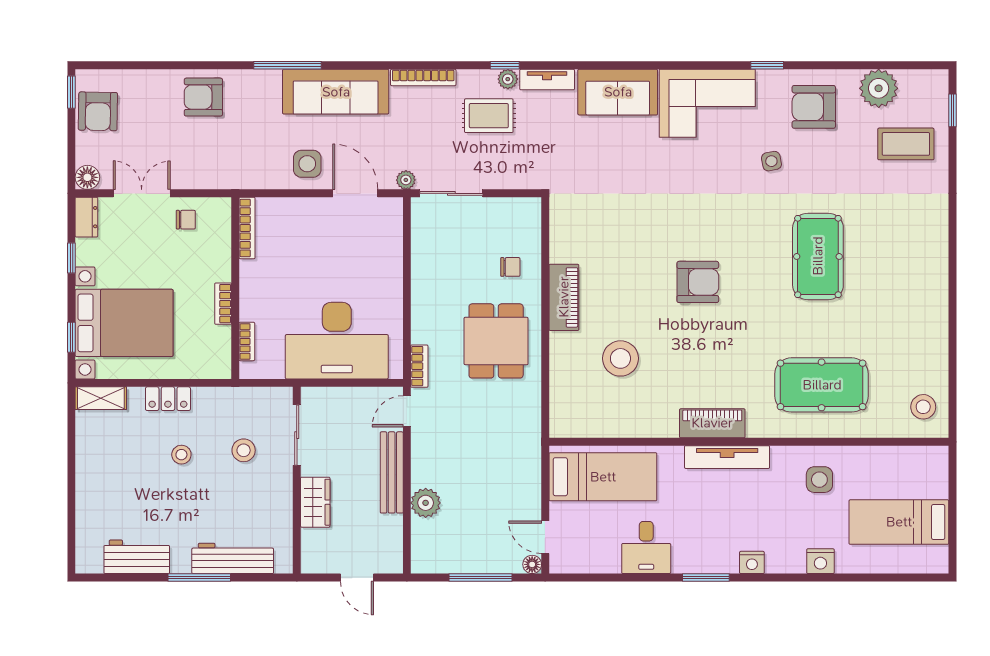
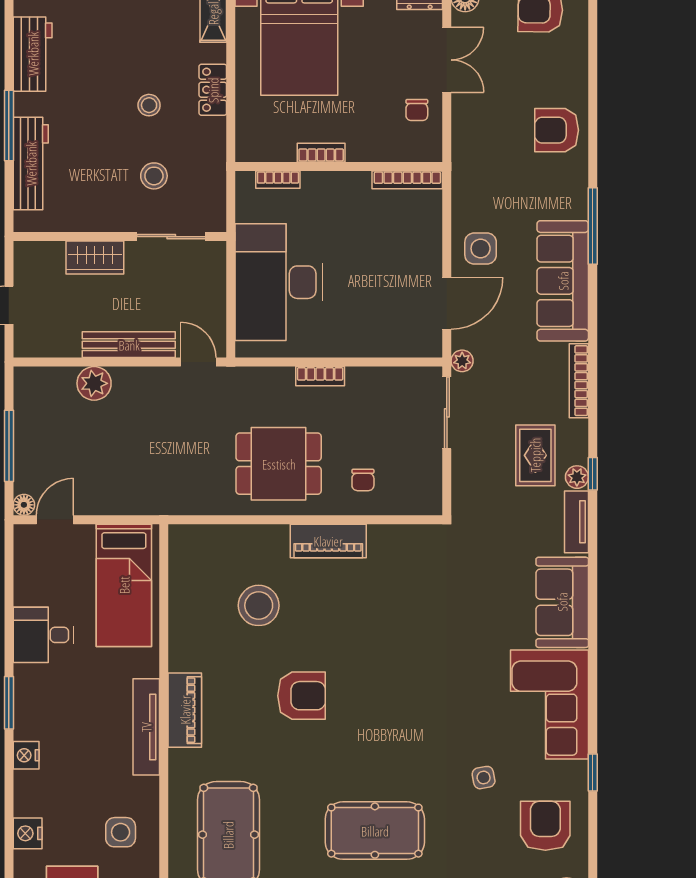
armchair: (203, 97) -> (557, 130), turned -90
armchair: (698, 282) -> (302, 696), moved, turned -90
bookcase: (419, 366) -> (320, 376), moved

